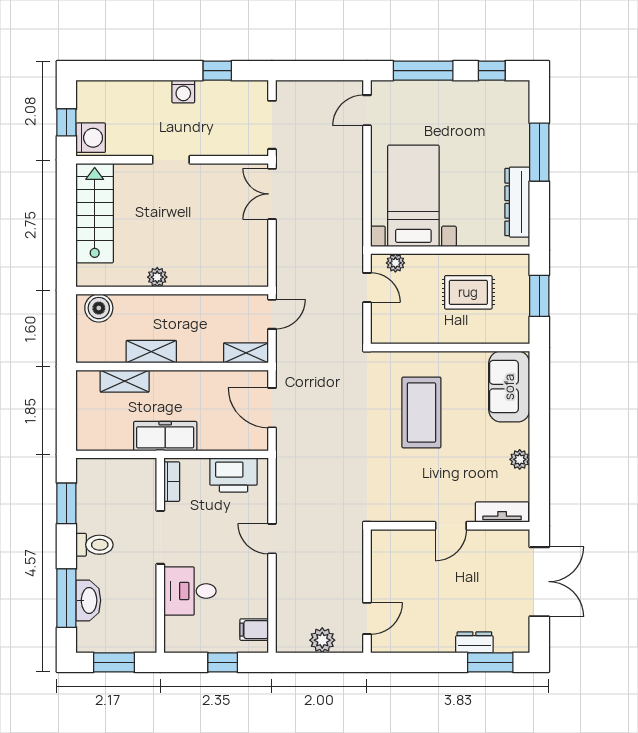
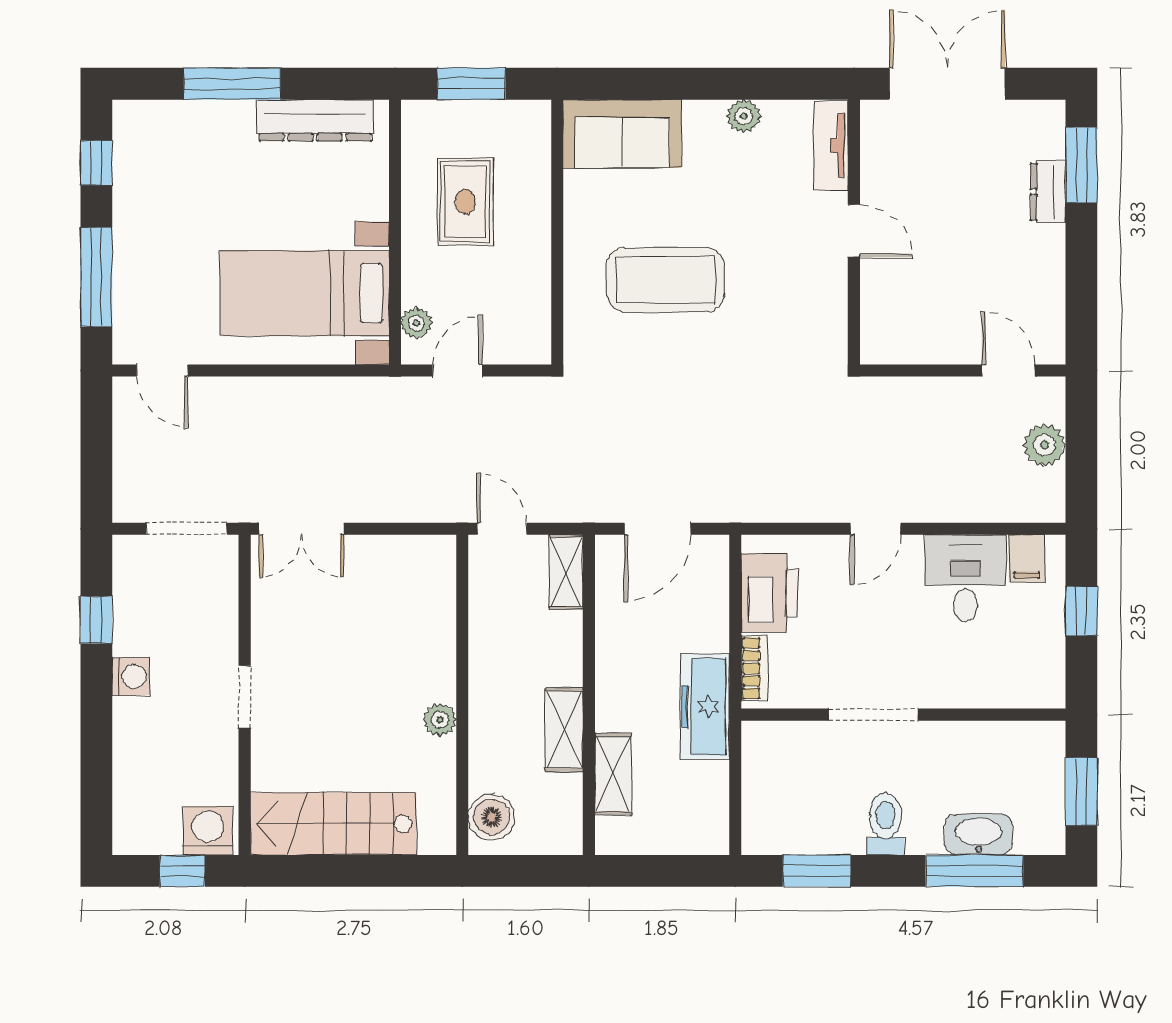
bookcase: (172, 482) -> (754, 668), moved, turned 90
desk: (190, 591) -> (966, 578), moved, turned 180

